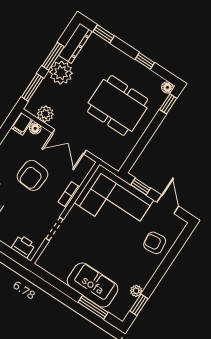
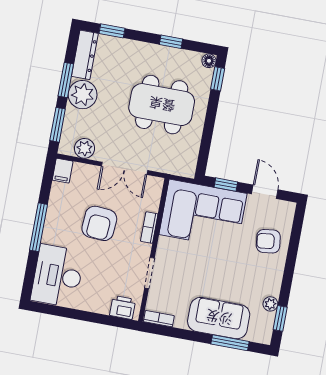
floor lamp: (35, 128) -> (80, 169), removed
bookcase: (47, 266) -> (159, 319), added

